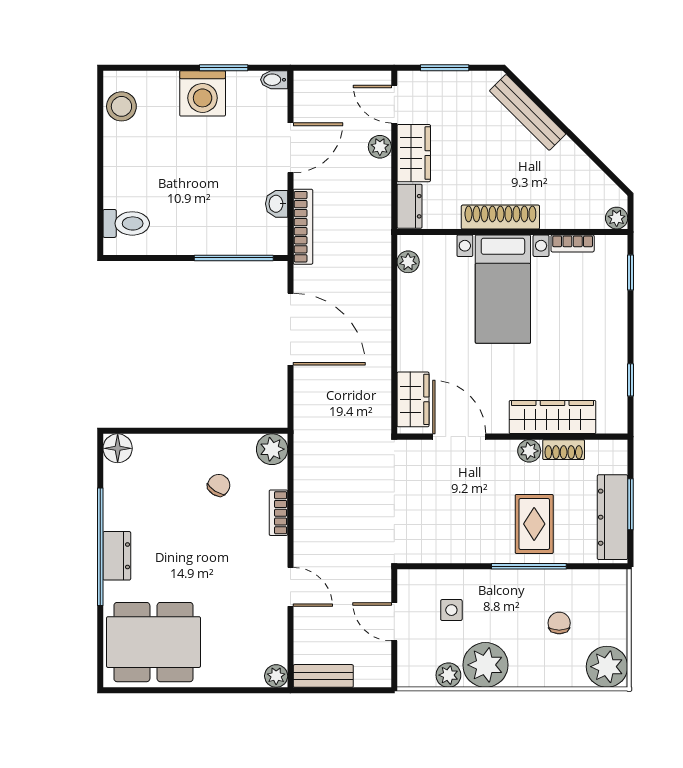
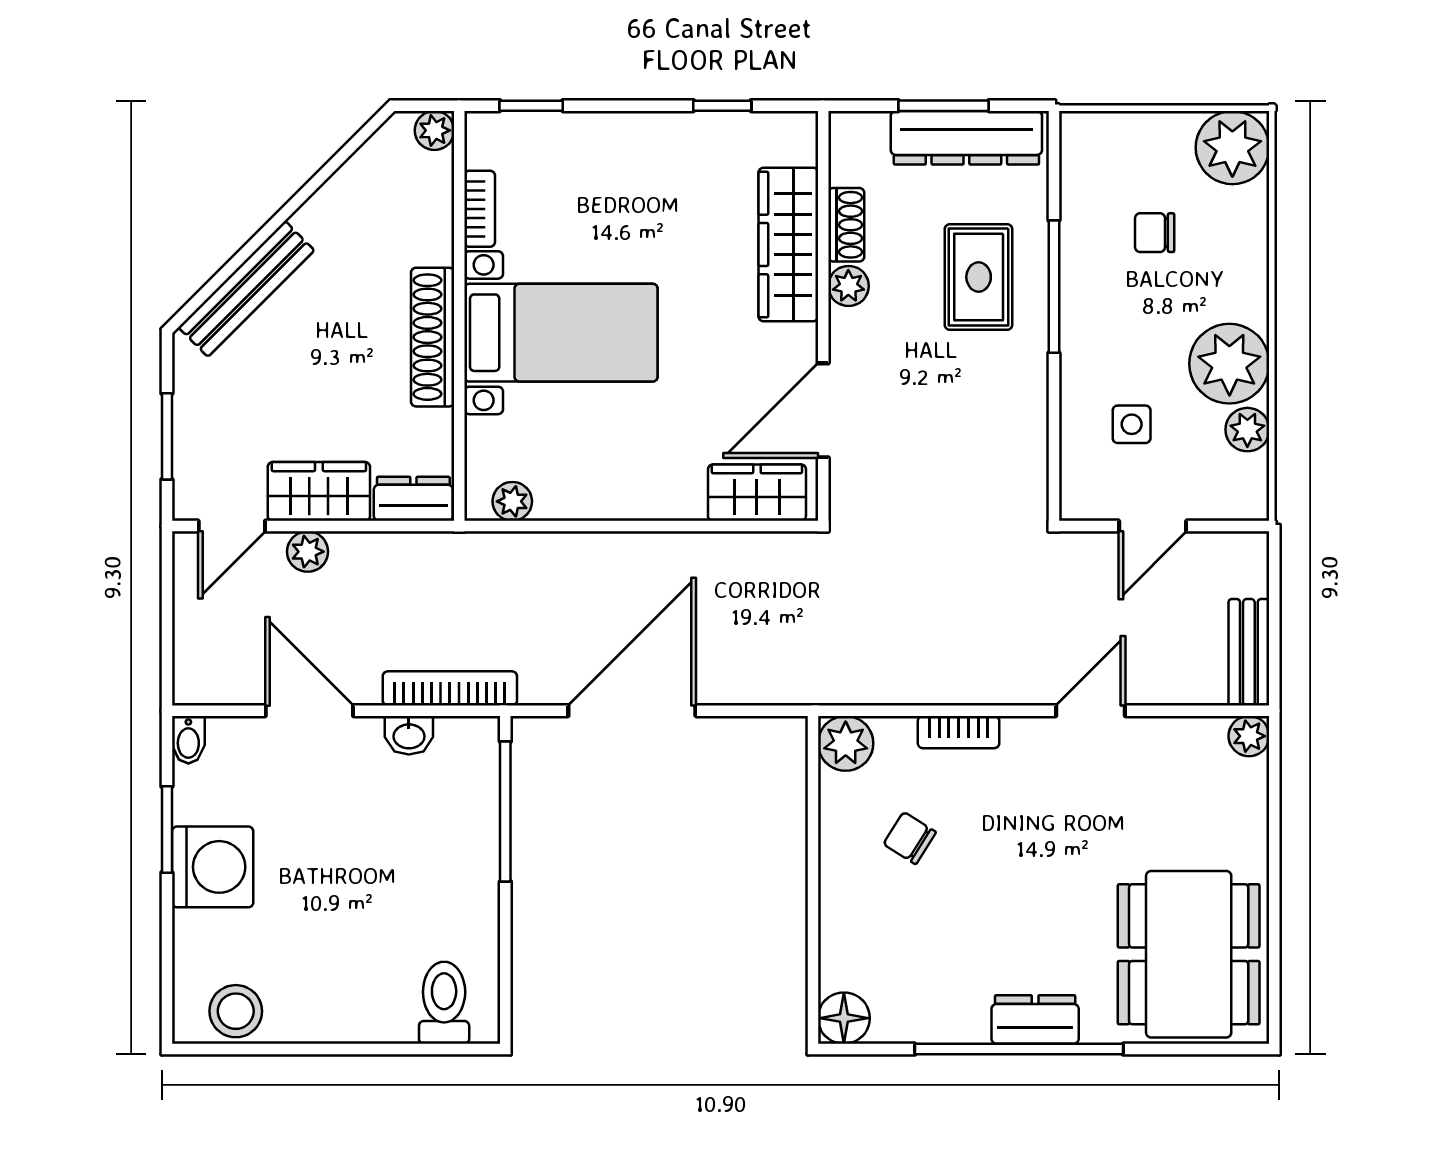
rug: (534, 524) -> (979, 277), turned 90

